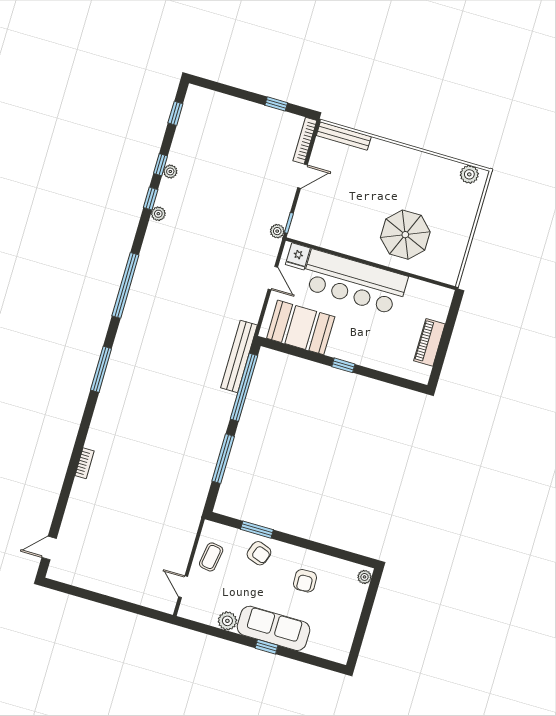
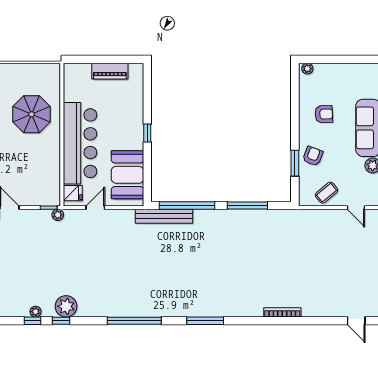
plant: (158, 214) -> (66, 306), width x1.87, depth x1.87
bookcase: (84, 463) -> (282, 312), width x1.56
coffee table: (211, 557) -> (327, 193), turned -49
door: (183, 587) -> (356, 208), hinge flipped

